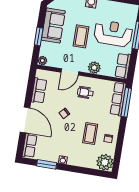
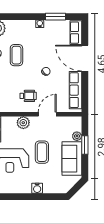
plant: (42, 61) -> (77, 136), moved
row of seats: (39, 91) -> (76, 90), width x1.48

